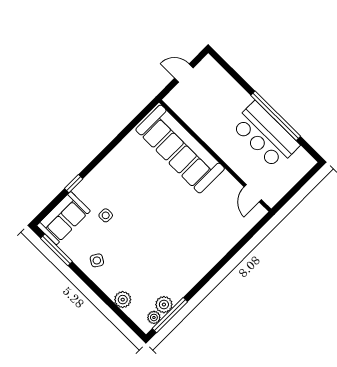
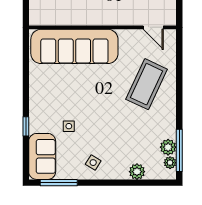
sofa: (180, 149) -> (74, 46), moved
wall: (215, 156) -> (103, 27), moved
door: (253, 193) -> (153, 27), moved
coffee table: (195, 242) -> (147, 84), added

